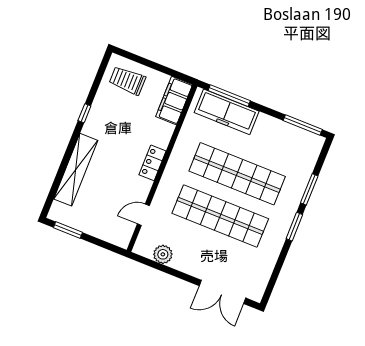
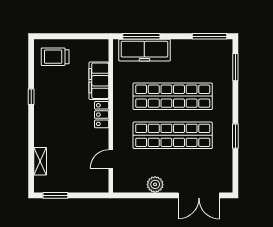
filing cabinet: (174, 101) -> (99, 81), moved
shelving: (76, 170) -> (40, 161), width x0.45, depth x0.75
window: (309, 189) -> (235, 67), moved
window: (294, 227) -> (235, 136), moved
plant: (163, 254) -> (155, 184), moved

